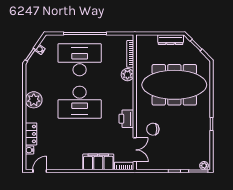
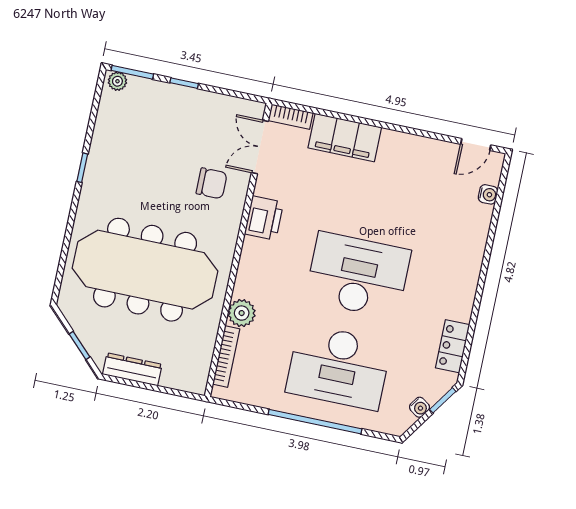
plant: (34, 100) -> (456, 301), removed
locker: (31, 134) -> (453, 346), moved

